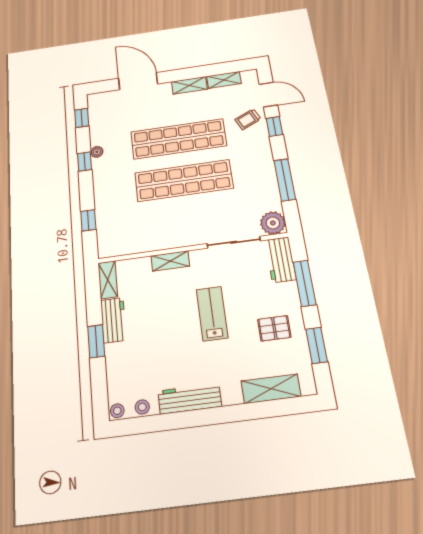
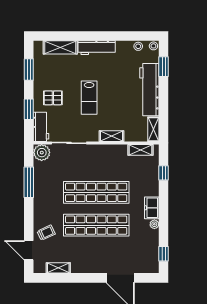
shelving: (189, 85) -> (141, 150), moved
window: (274, 126) -> (29, 224), removed
window: (85, 161) -> (164, 218), removed
freezer: (102, 172) -> (152, 208), added
window: (305, 283) -> (29, 109), width x0.69
workbench: (113, 320) -> (149, 90), width x1.88, depth x1.32
pallet: (274, 328) -> (53, 98), moved
window: (96, 341) -> (164, 67), moved
workbench: (190, 399) -> (97, 48), moved

